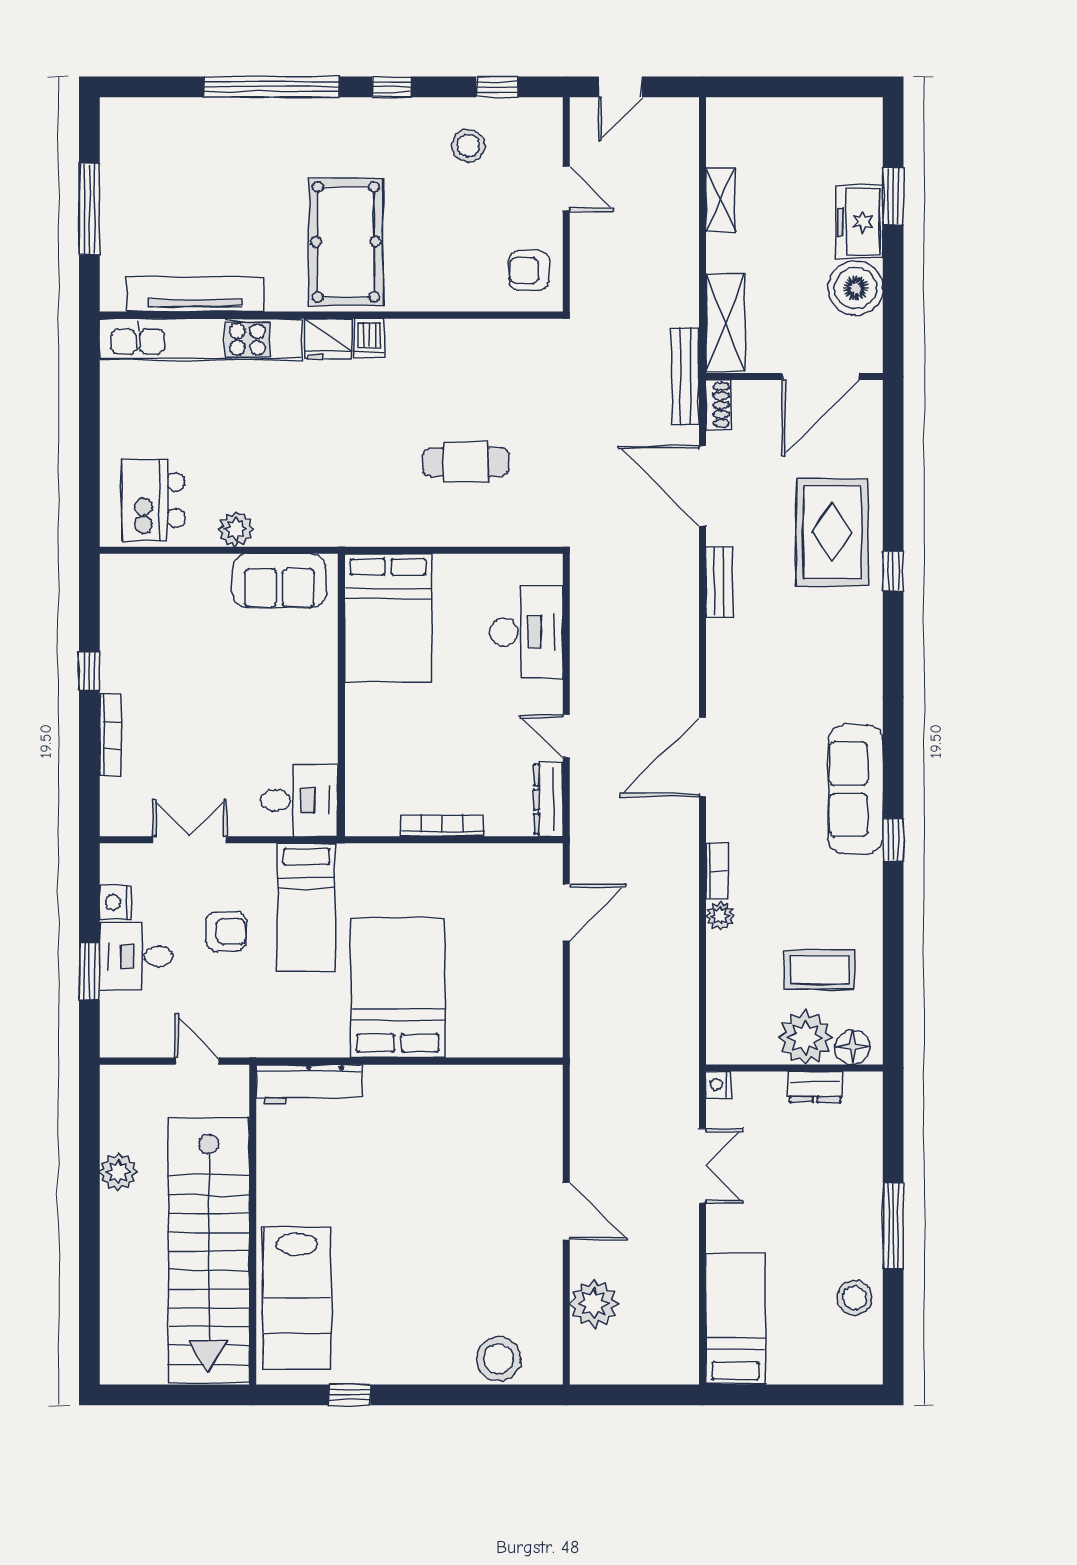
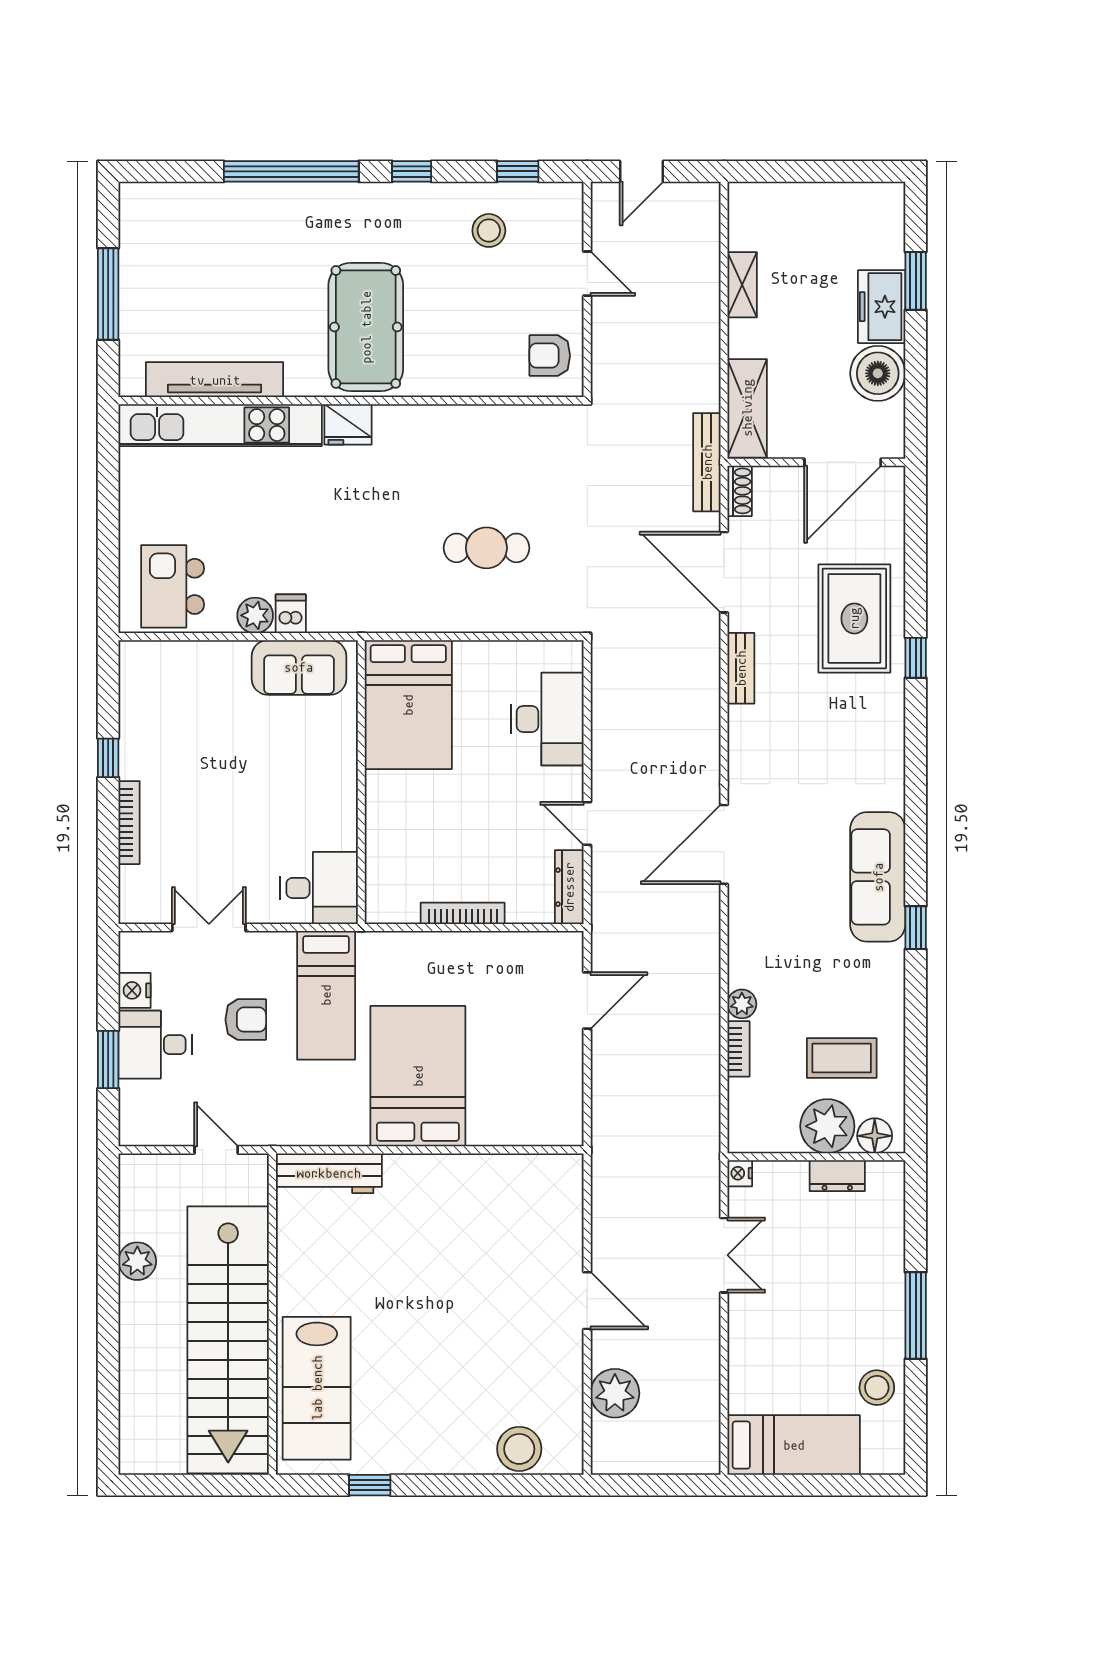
dishwasher: (369, 338) -> (291, 614), moved, turned 180
bookcase: (717, 871) -> (738, 1049), moved
bed: (736, 1319) -> (794, 1445), moved, turned 90

